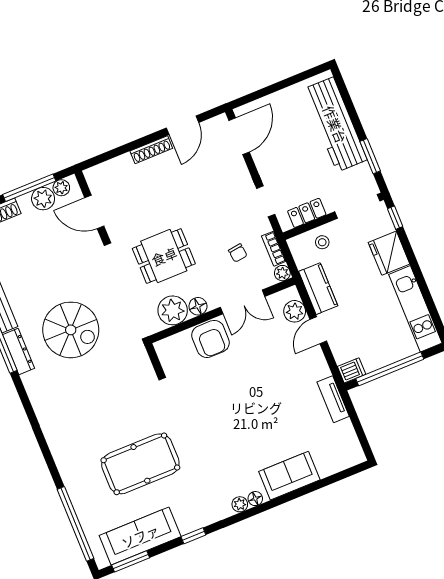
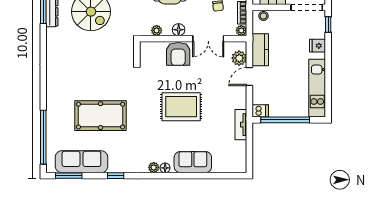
stool: (322, 242) -> (263, 16), moved
fridge: (389, 253) -> (318, 46), width x0.53, depth x0.75
plant: (173, 310) -> (157, 30), width x0.53, depth x0.53
rug: (243, 408) -> (181, 107), added

